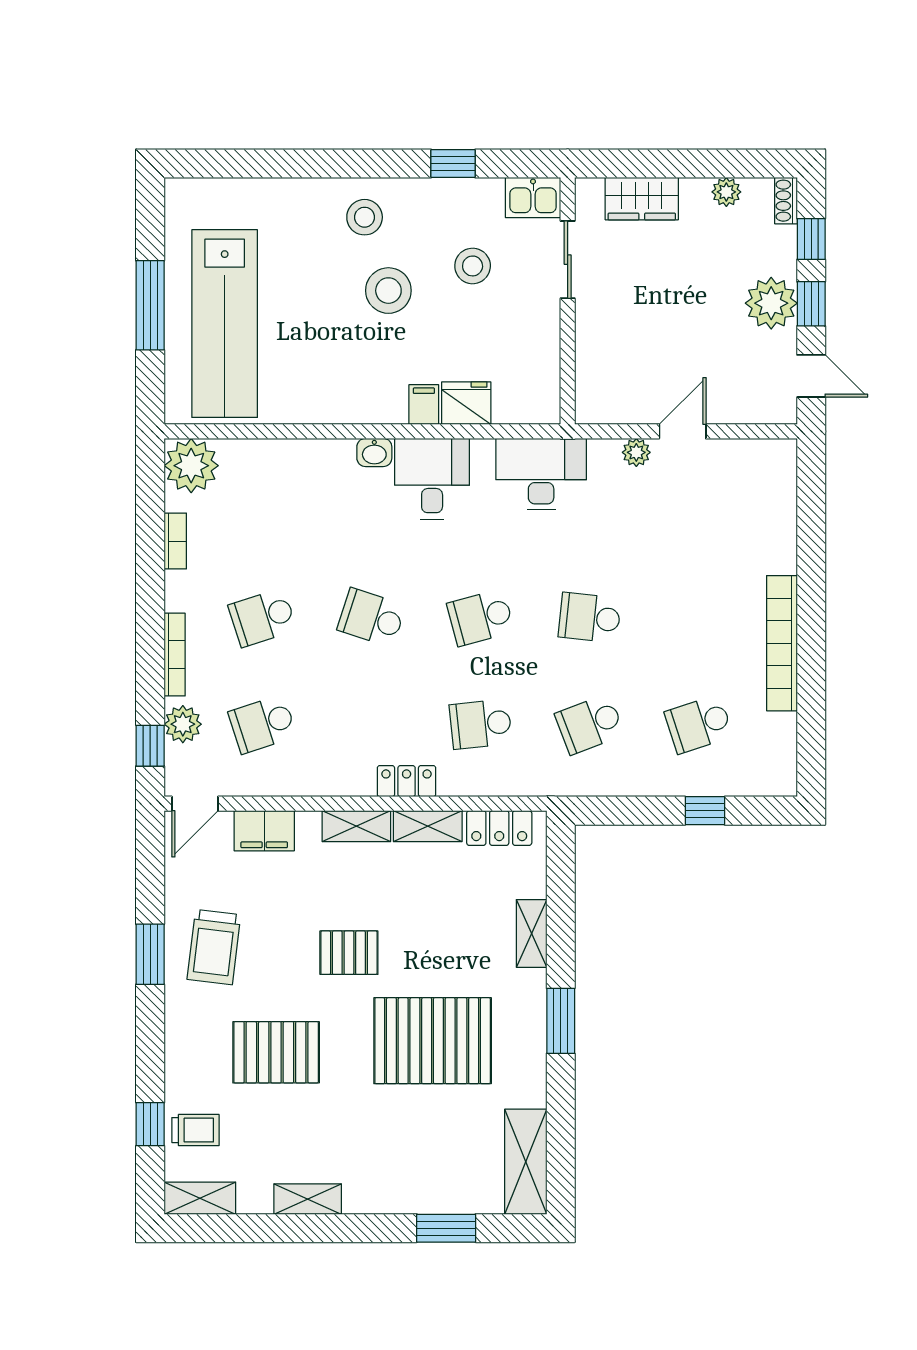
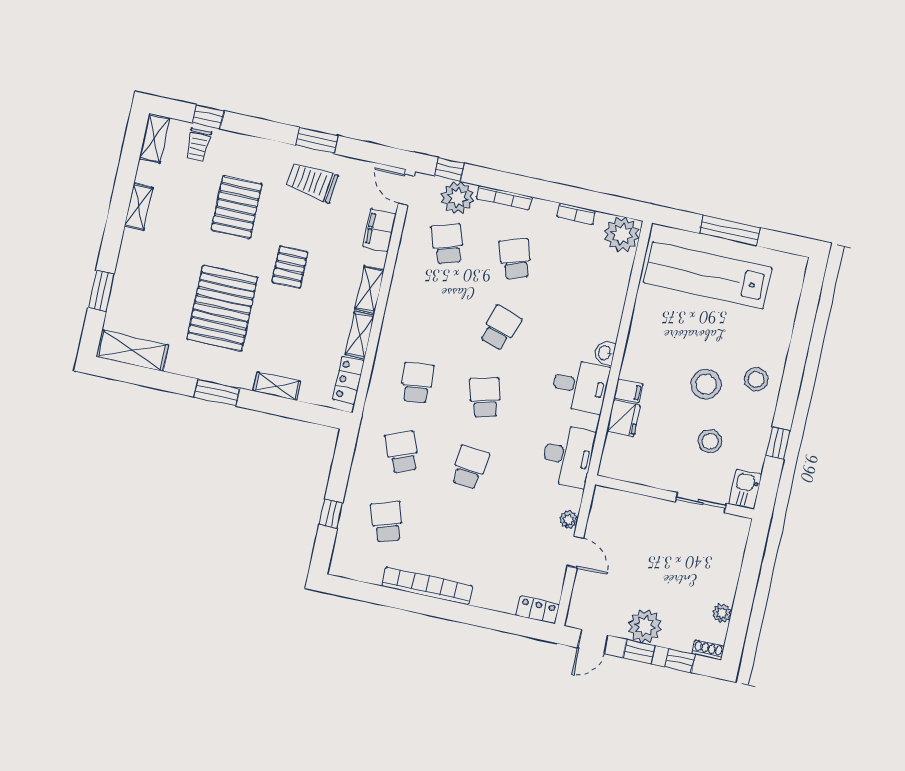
wardrobe: (642, 199) -> (729, 558), removed
plant: (183, 724) -> (458, 197), width x1.36, depth x1.36
locker: (407, 781) -> (538, 610), moved, turned -90

